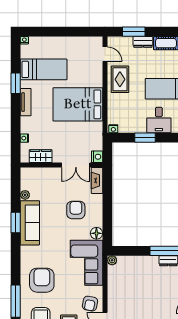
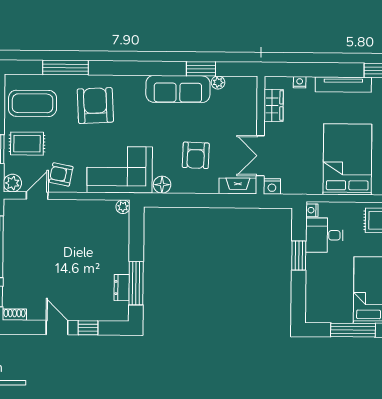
tv unit: (26, 102) -> (343, 84), width x1.41
desk: (159, 120) -> (324, 235), moved
armchair: (76, 210) -> (196, 155), turned 92
window: (16, 223) -> (201, 69), moved
armchair: (42, 280) -> (95, 106), turned -93

